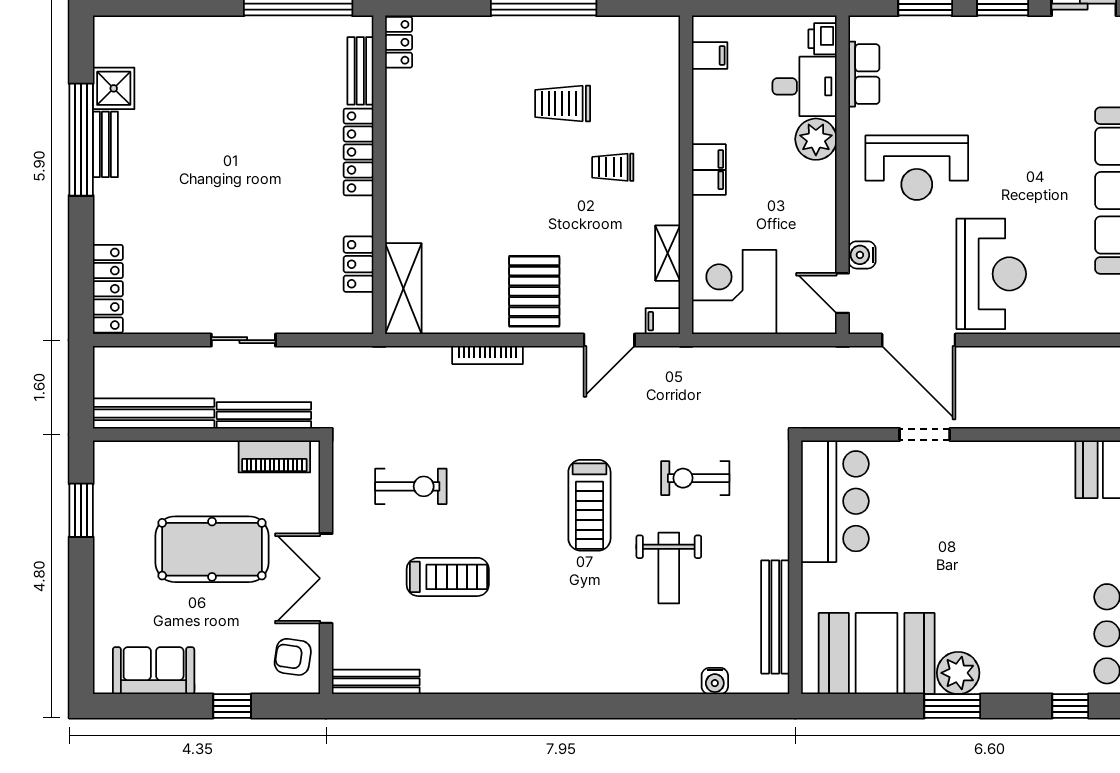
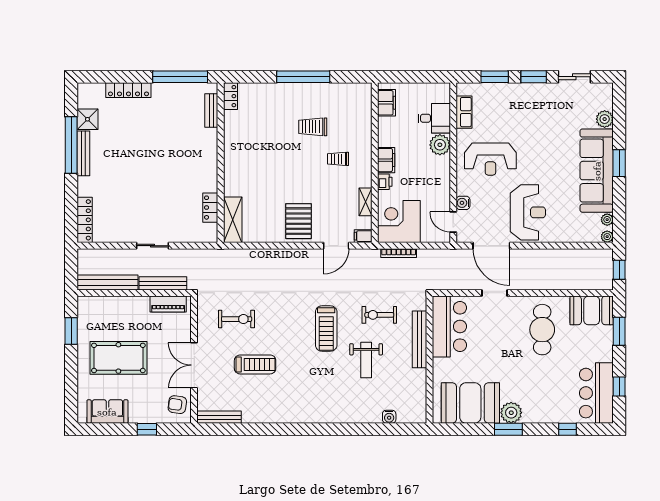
printer: (822, 39) -> (385, 182), moved, turned 180
filing cabinet: (710, 55) -> (387, 103), width x2.00
bench: (105, 144) -> (83, 153), width x1.36
locker: (358, 152) -> (128, 90), moved, turned -90
bookcase: (488, 355) -> (399, 253), moved
cafe table: (1020, 507) -> (542, 330), added
pool table: (212, 549) -> (118, 358), moved
bench: (775, 617) -> (419, 339), moved

